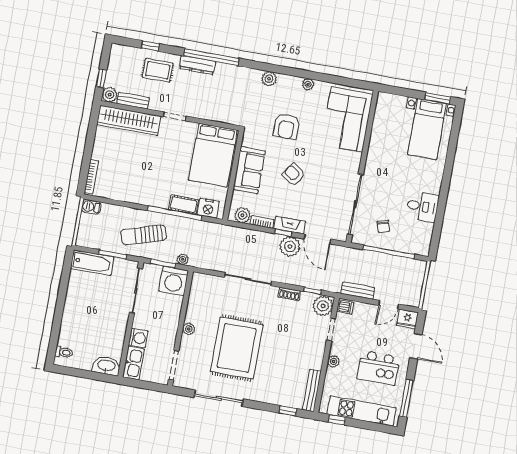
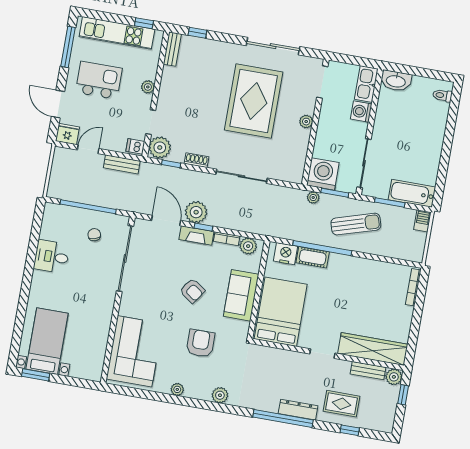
barbecue: (91, 207) -> (422, 221), moved, turned -90
bench: (312, 391) -> (172, 49), width x0.73

